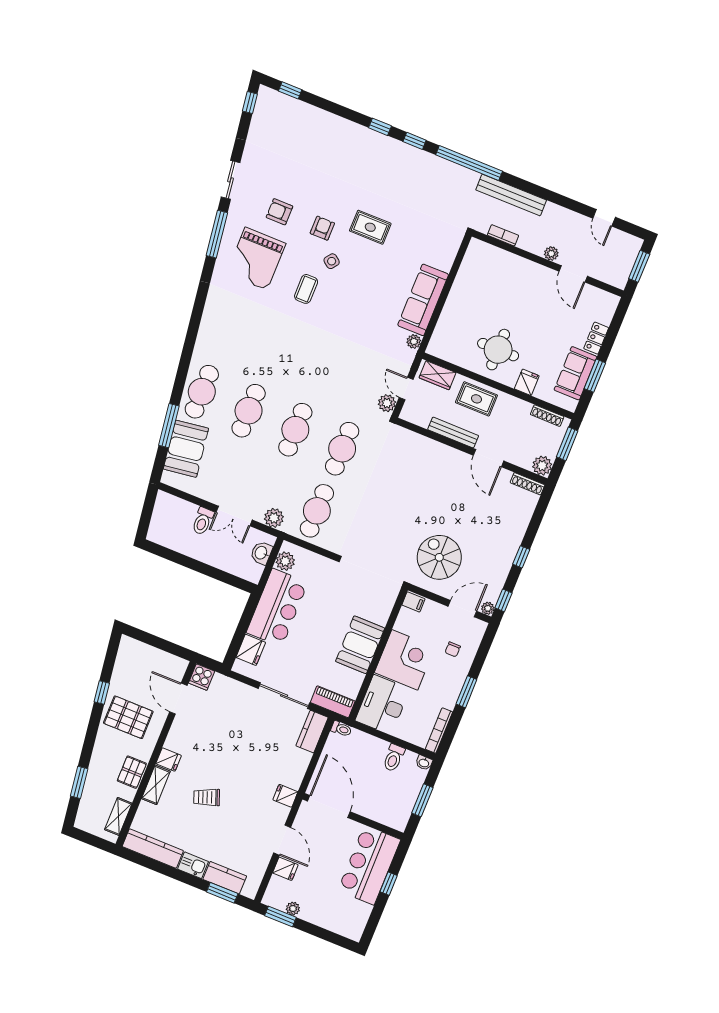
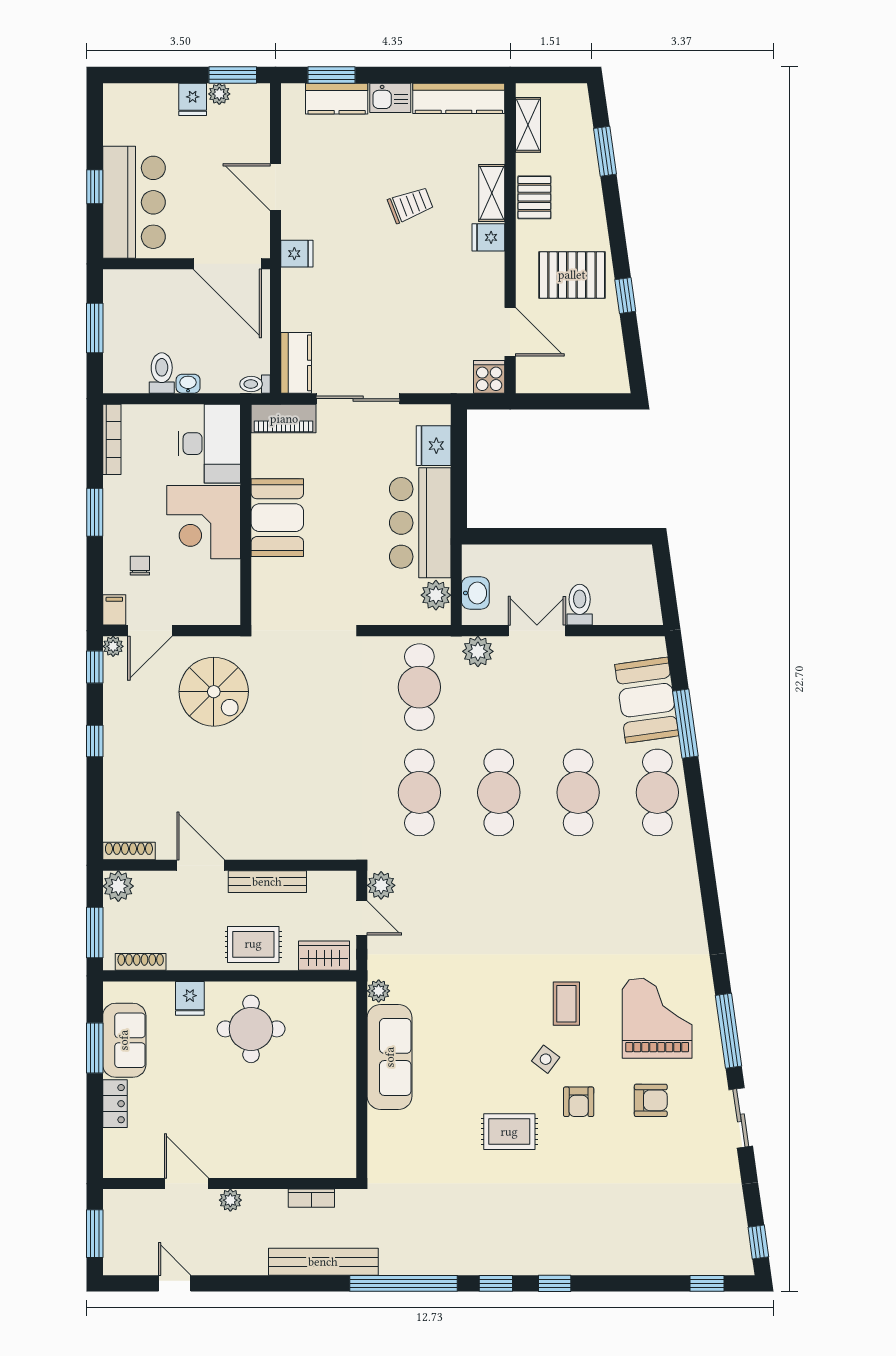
filing cabinet: (413, 602) -> (114, 610), moved, turned 90
washbasin: (424, 763) -> (188, 384), moved
fridge: (285, 869) -> (193, 99), moved, turned -90

